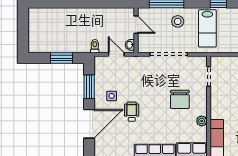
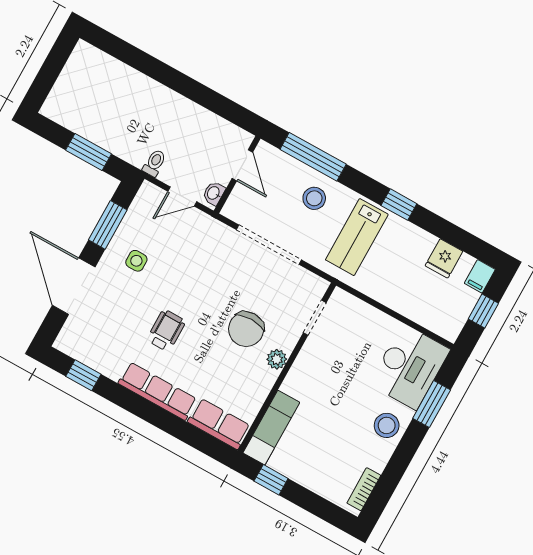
door: (116, 54) -> (182, 196), swing flipped
wheelchair: (132, 112) -> (166, 330), moved
plant: (202, 121) -> (277, 359), moved
door: (89, 124) -> (74, 286), swing flipped

